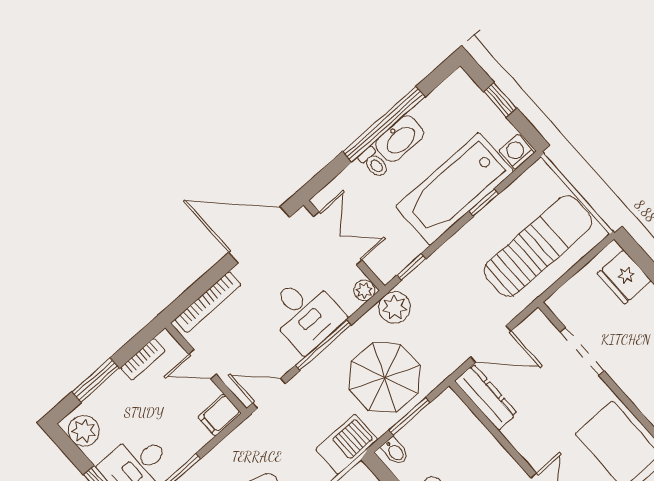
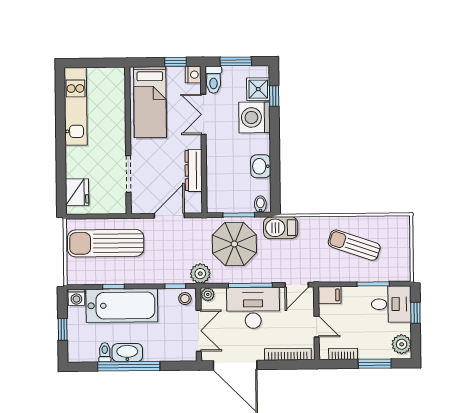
toilet: (374, 163) -> (105, 352), moved
double door: (338, 238) -> (199, 331), swing flipped
stool: (387, 262) -> (185, 299), added
desk: (305, 314) -> (253, 308), width x1.37
door: (491, 344) -> (169, 216), hinge flipped
door: (269, 393) -> (297, 285), hinge flipped
dresser: (486, 397) -> (194, 170), moved

